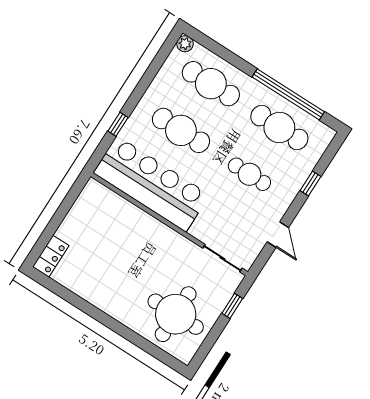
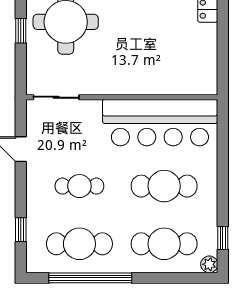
window: (118, 124) -> (223, 238), moved
window: (310, 184) -> (21, 230), moved
window: (232, 306) -> (21, 31), moved

